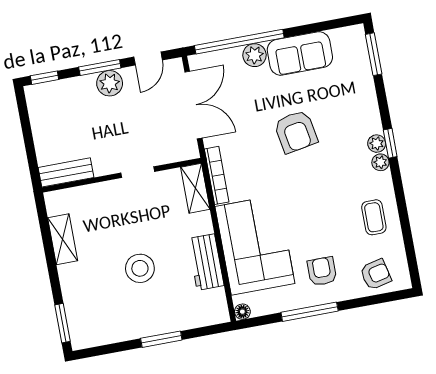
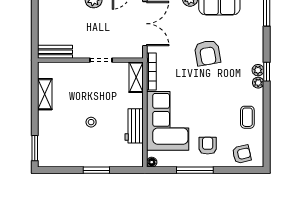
stool: (140, 268) -> (91, 122), width x0.53, depth x0.53

